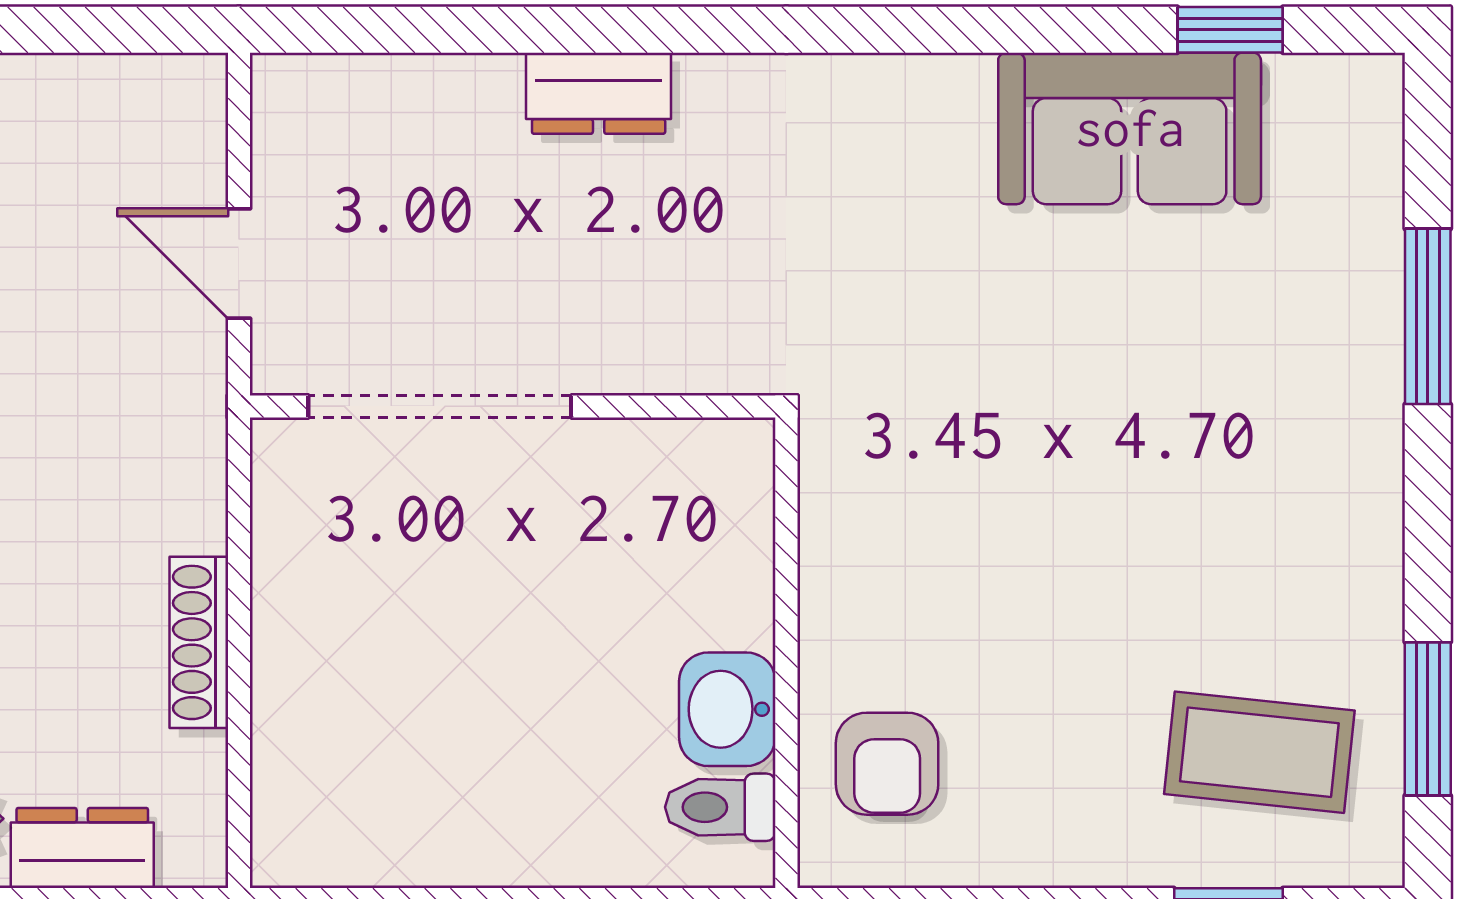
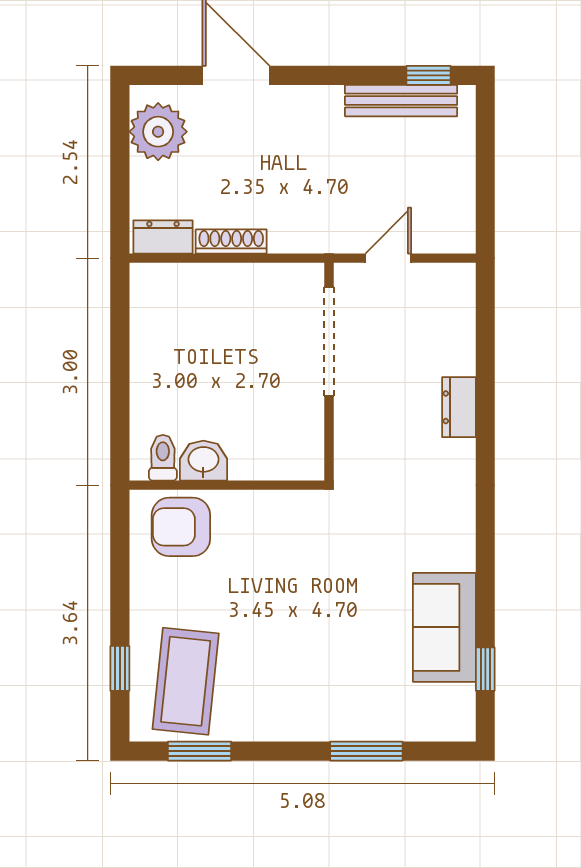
coffee table: (1259, 752) -> (186, 681), width x1.36, depth x1.32
armchair: (887, 764) -> (181, 527), width x1.38, depth x1.38
dresser: (82, 848) -> (163, 237), moved, turned -90

